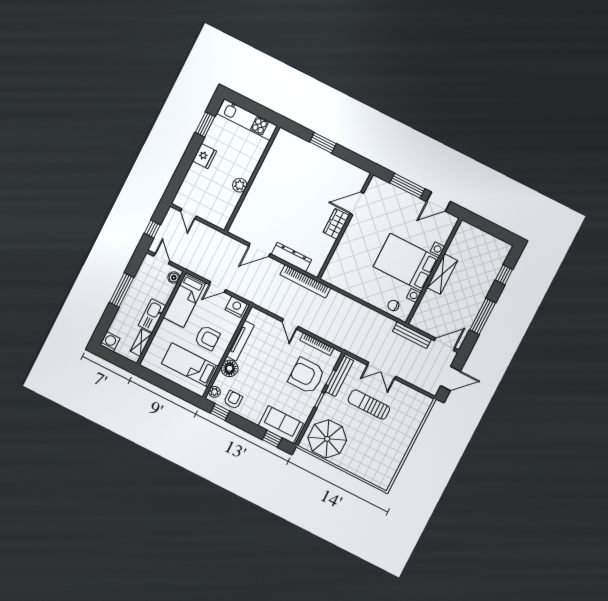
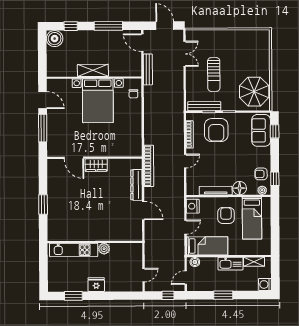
kitchen unit: (247, 120) -> (74, 250), moved, turned 90
boiler: (499, 250) -> (55, 39), added
door: (217, 287) -> (185, 227), hinge flipped
window: (122, 290) -> (223, 295), width x0.69
double door: (382, 371) -> (185, 54), moved

